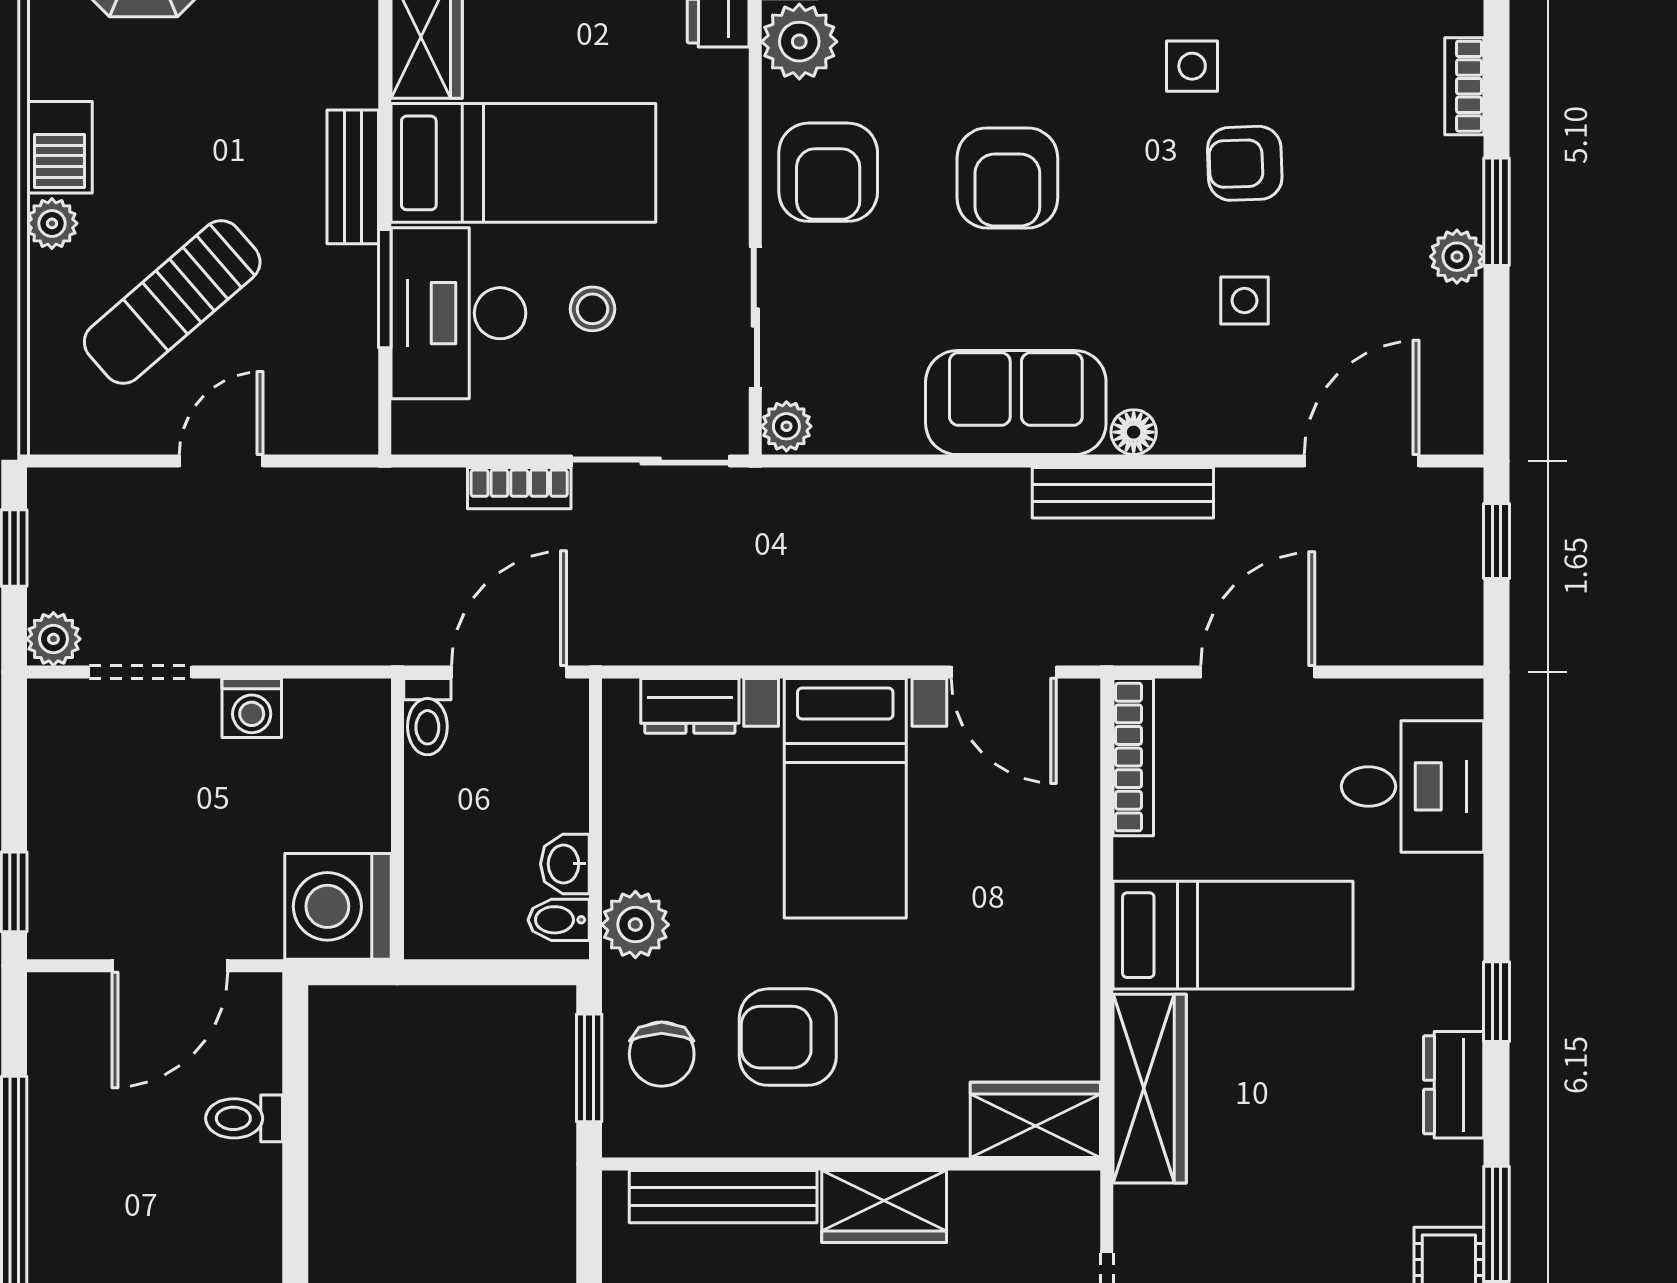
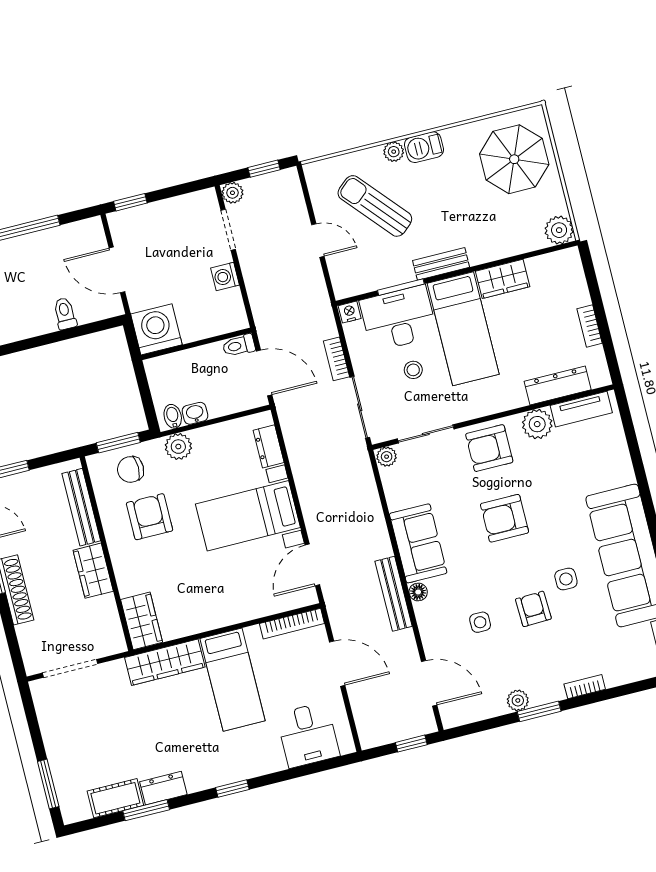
nightstand: (414, 428) -> (350, 312), added
dresser: (1454, 1085) -> (163, 788), moved

